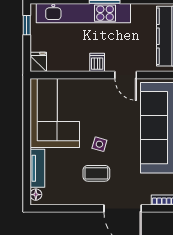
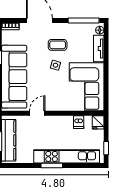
dishwasher: (97, 62) -> (79, 122), moved
door: (126, 75) -> (37, 113), hinge flipped
window: (59, 208) -> (84, 20), added

